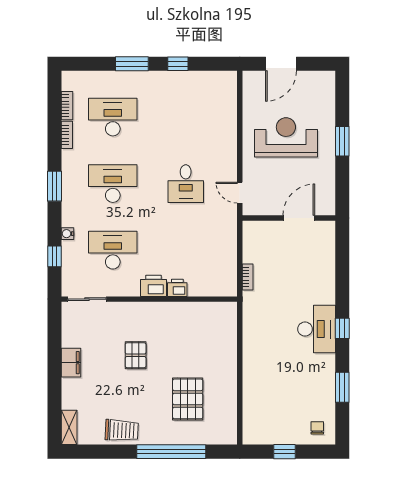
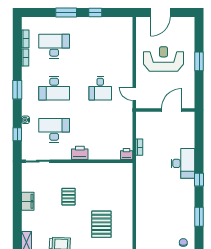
desk: (113, 184) -> (54, 88), turned 180
printer: (177, 288) -> (127, 154), moved
desk: (317, 329) -> (183, 163), moved

